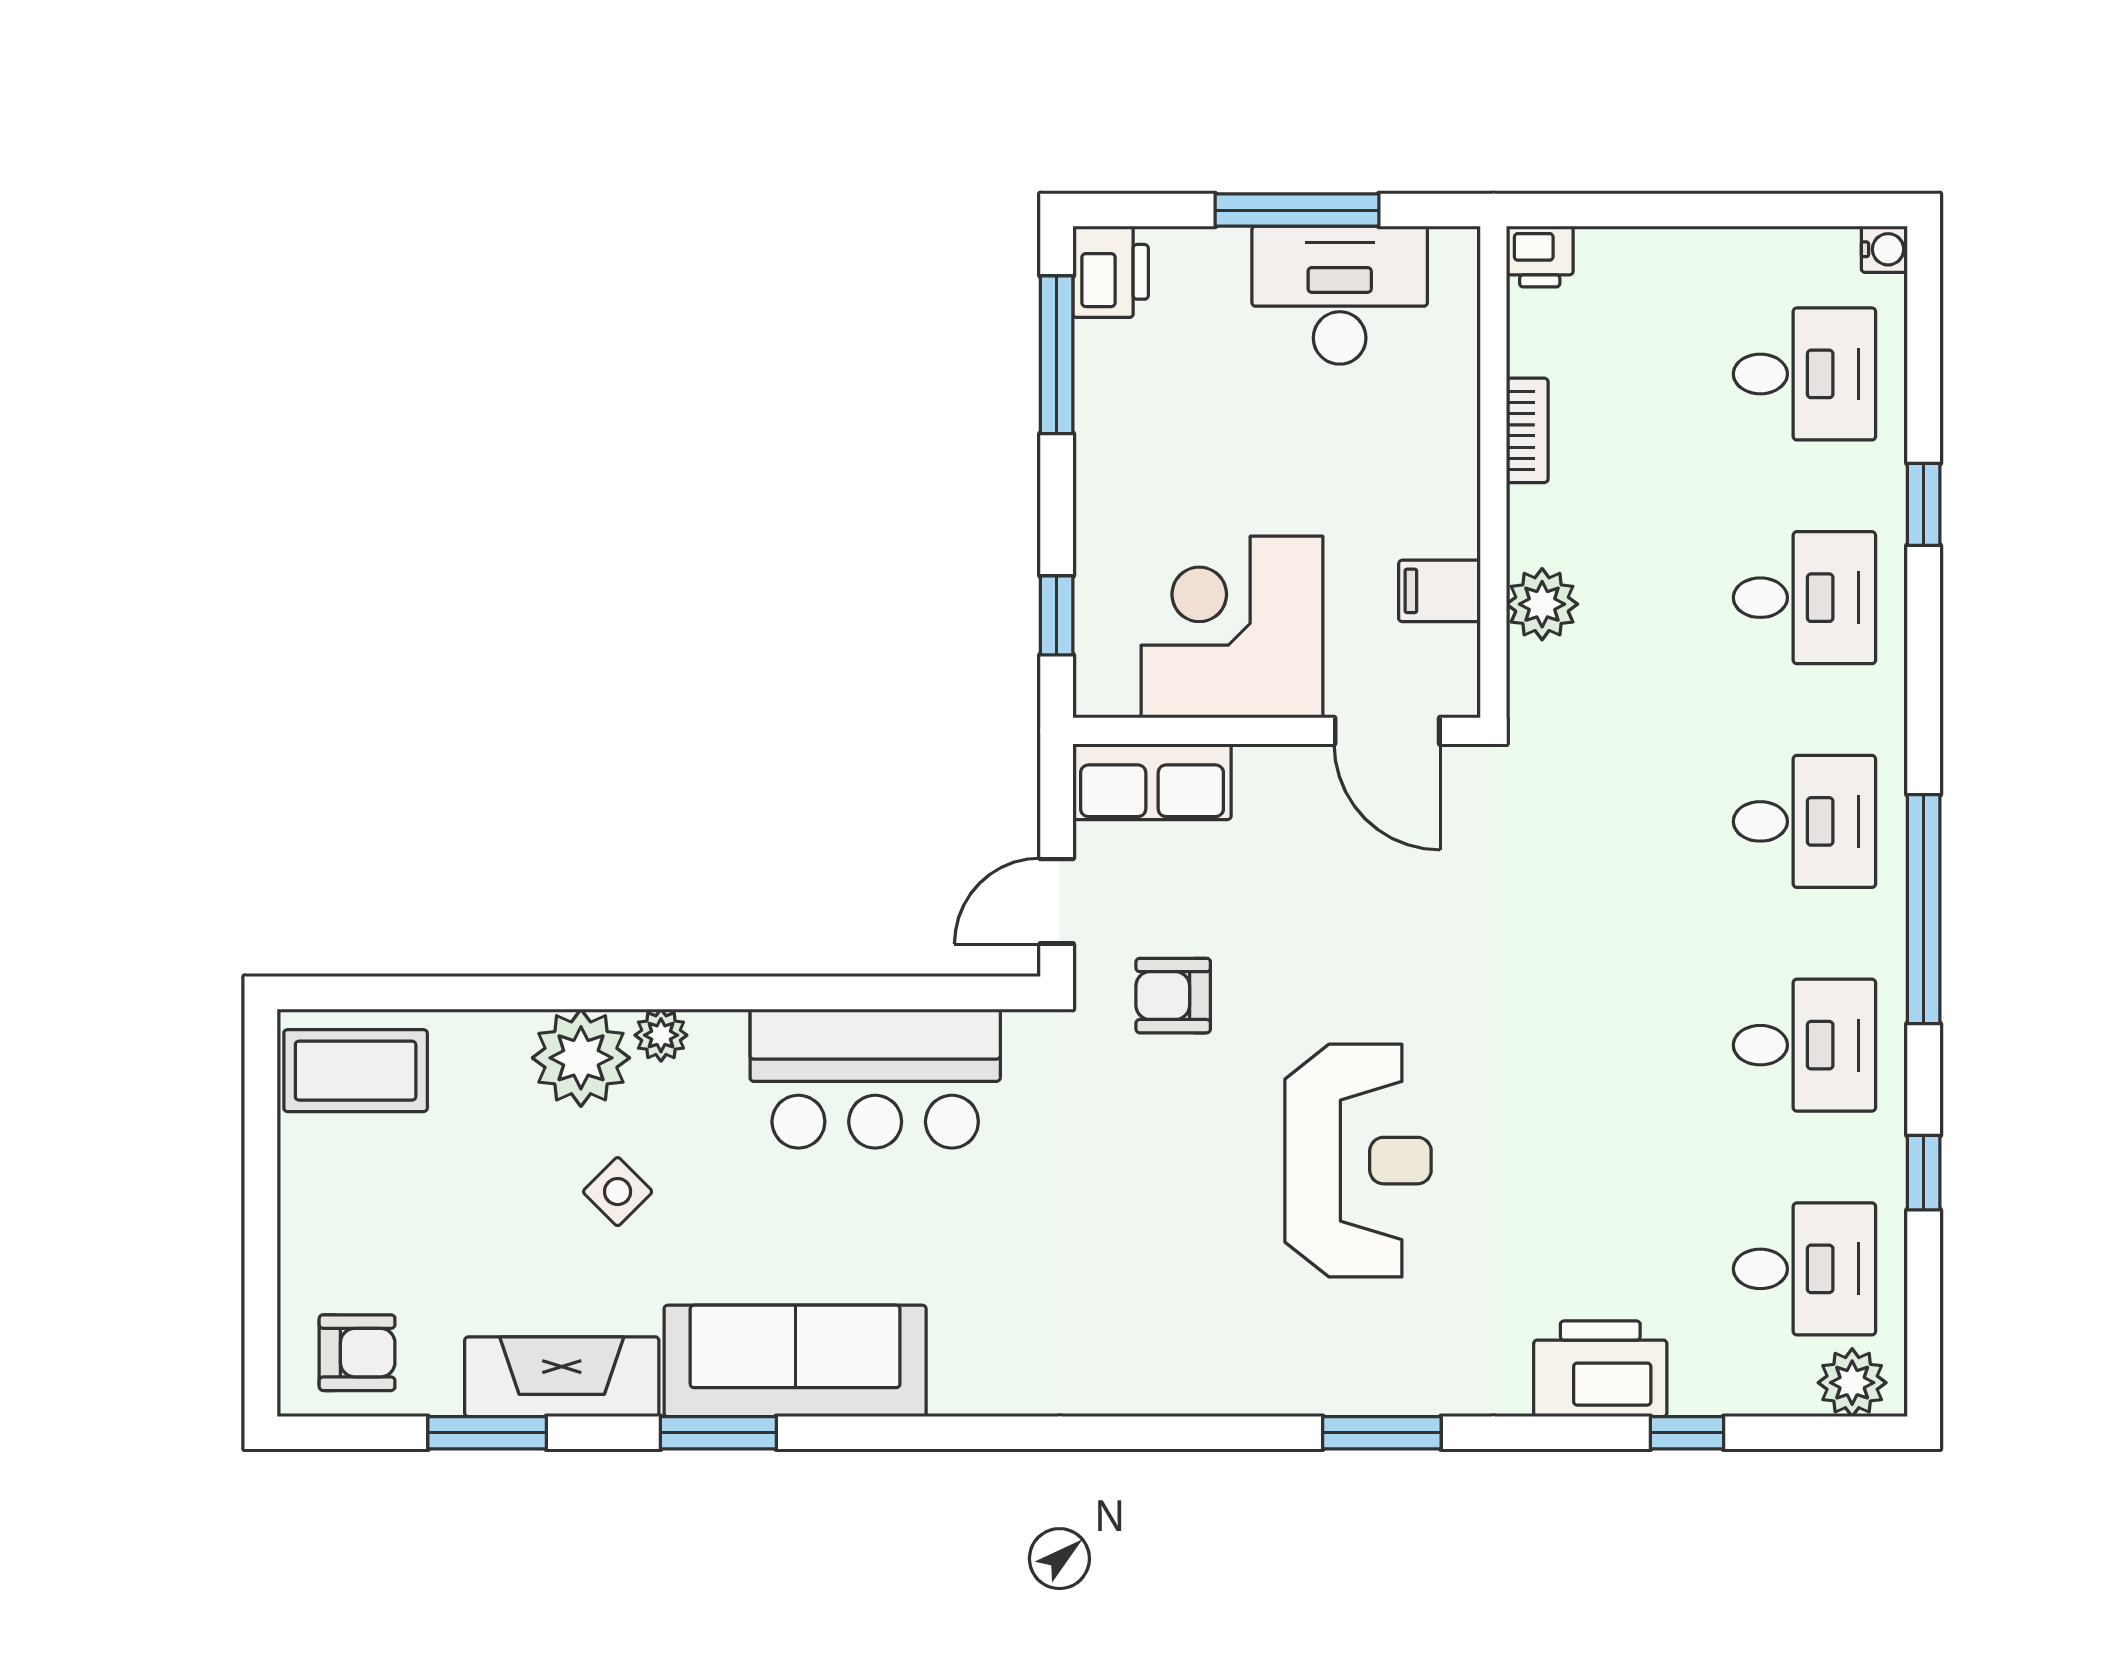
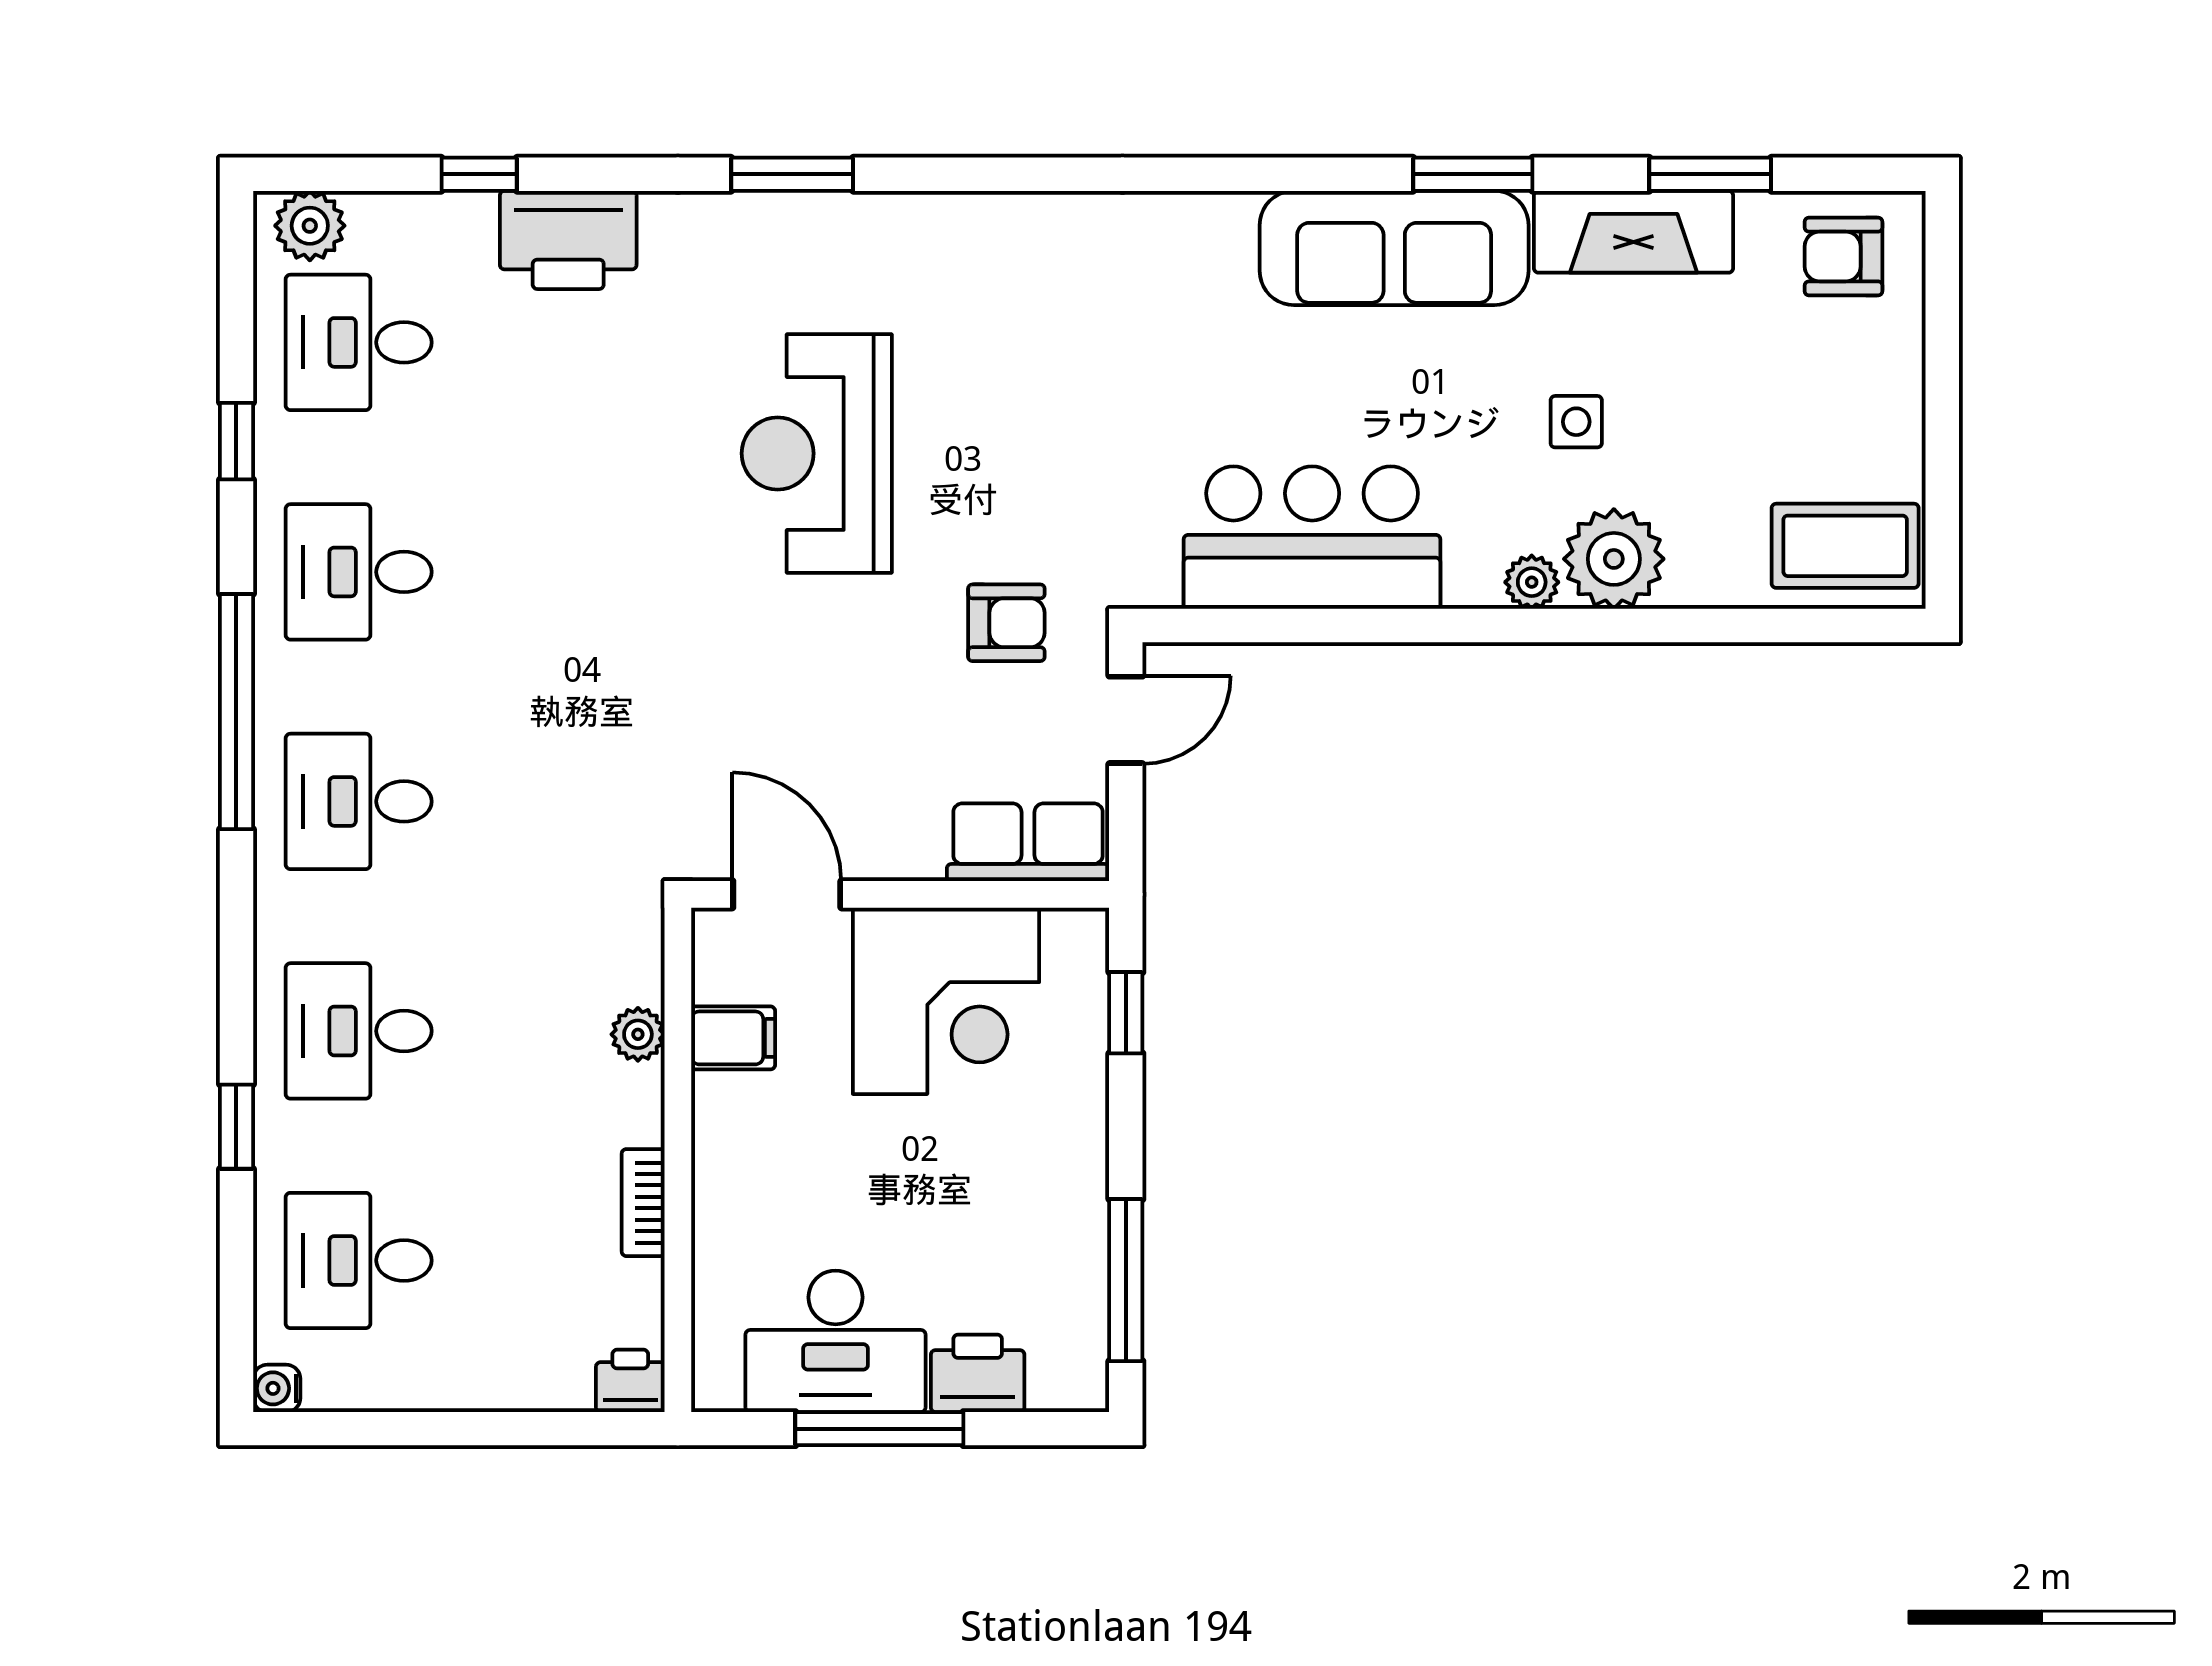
printer: (1111, 272) -> (978, 1373), moved, turned 90
plant: (1542, 604) -> (638, 1034), width x0.73, depth x0.73
side table: (618, 1192) -> (1576, 422), turned 45

